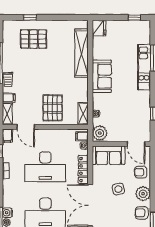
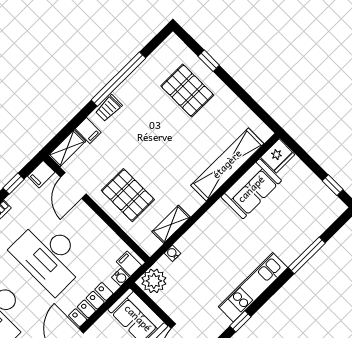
kitchen unit: (144, 67) -> (253, 287), moved
sofa: (102, 76) -> (251, 189), moved
pallet: (53, 108) -> (128, 195), turned 90
shelving: (83, 114) -> (171, 224), moved

